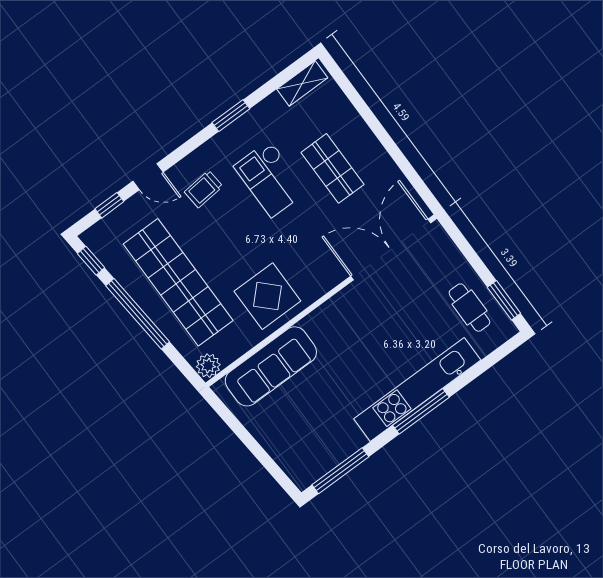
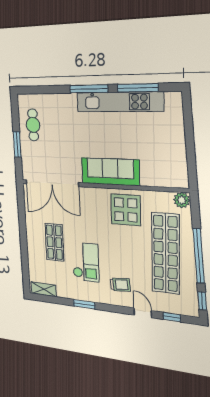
window: (504, 300) -> (17, 144), moved
sofa: (271, 366) -> (110, 172), moved
kitchen unit: (417, 389) -> (119, 102), moved
window: (340, 471) -> (138, 88), moved

